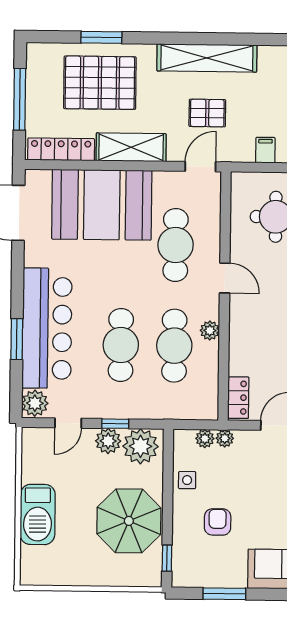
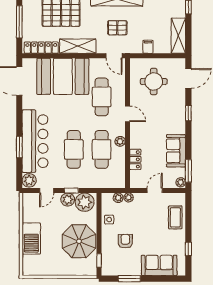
door: (200, 167) -> (114, 56), swing flipped
locker: (238, 398) -> (135, 159), moved

